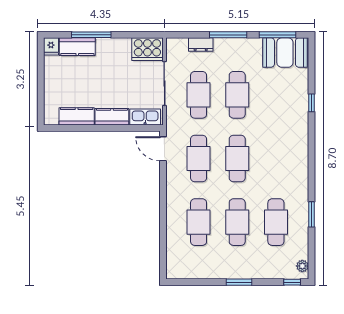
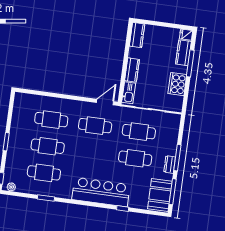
dresser: (201, 45) -> (170, 164), moved
cooker: (147, 49) -> (177, 84), moved
kitchen counter: (77, 116) -> (137, 35), moved
bar counter: (292, 137) -> (101, 192), added
cafe table: (237, 158) -> (91, 152), removed

